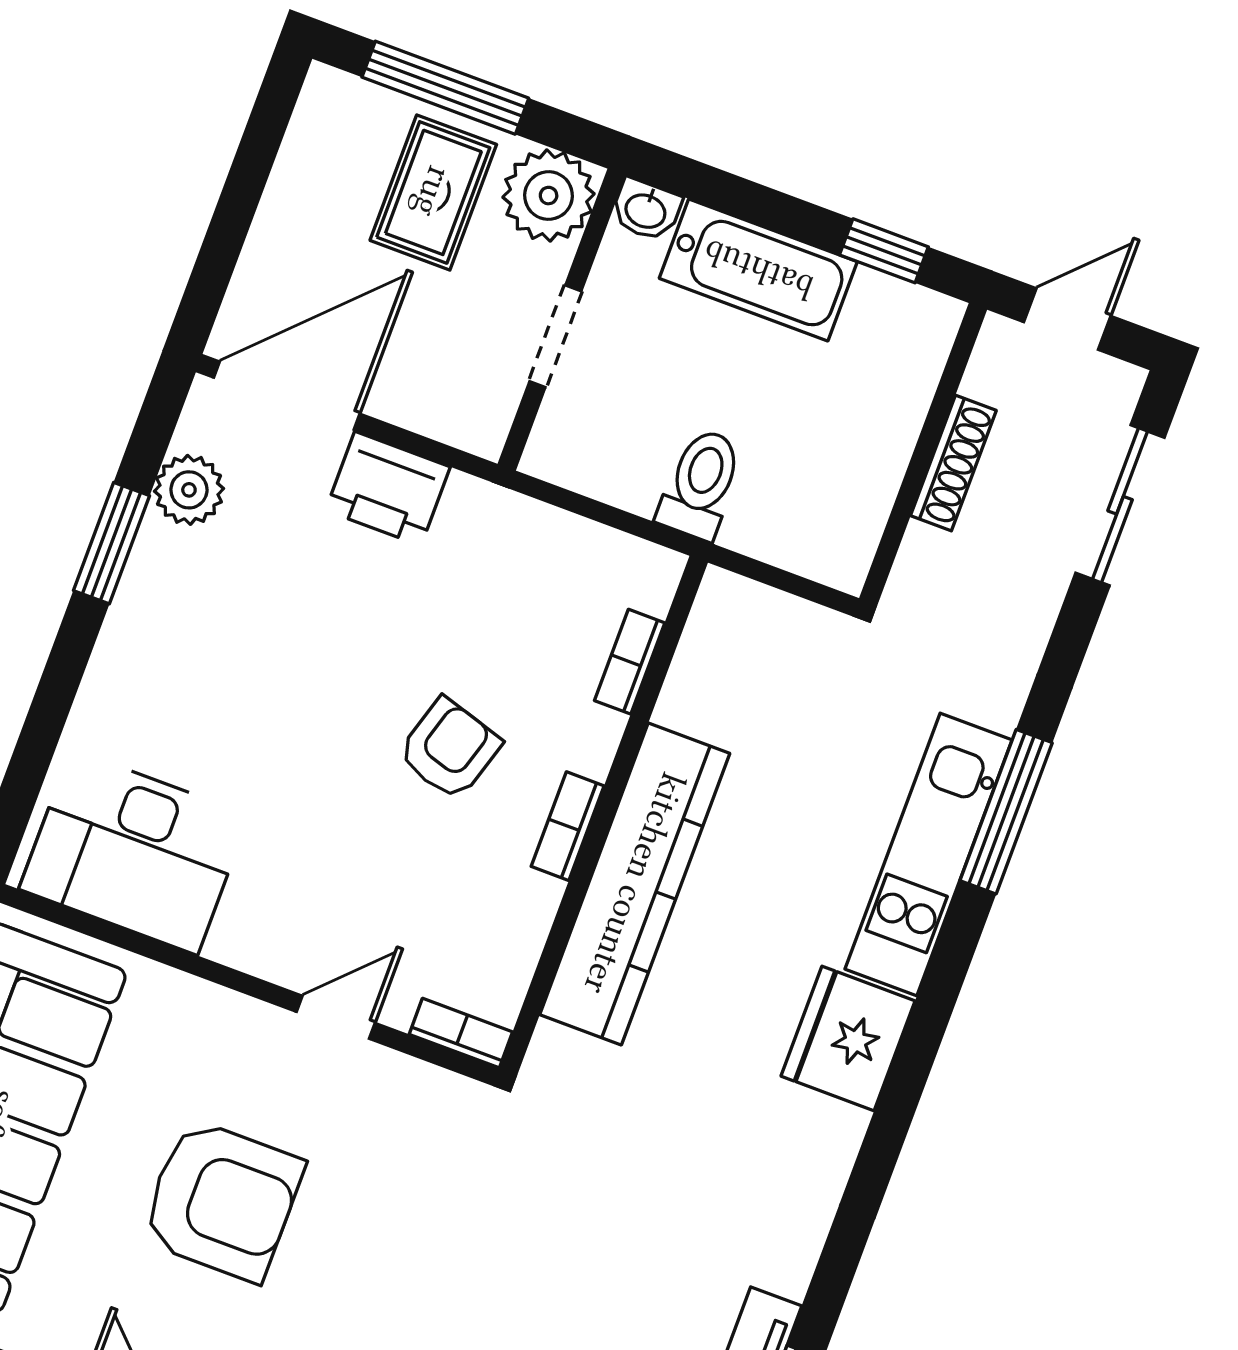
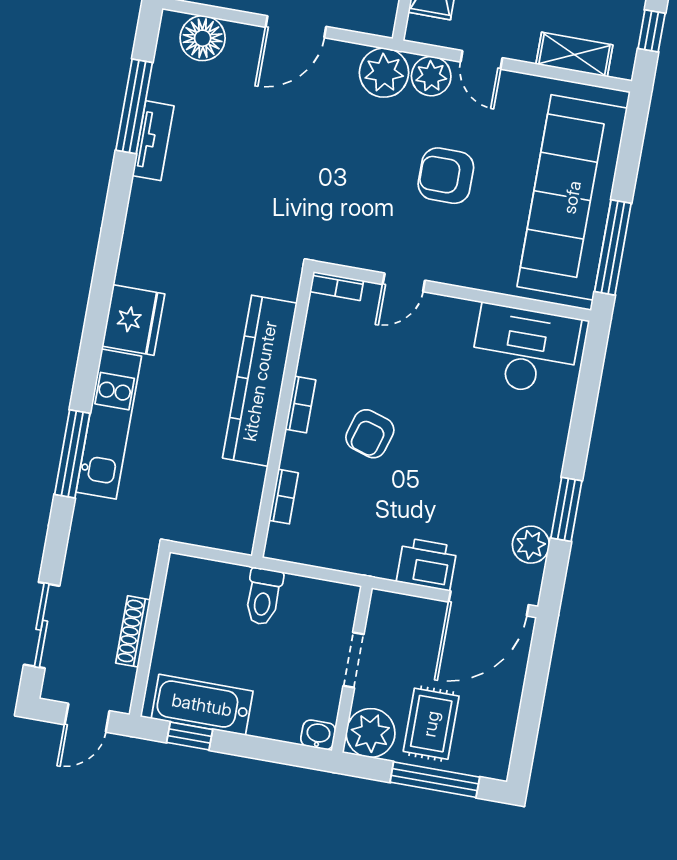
bathtub: (758, 270) -> (202, 705), moved
armchair: (222, 1200) -> (446, 176), width x0.73, depth x0.73

